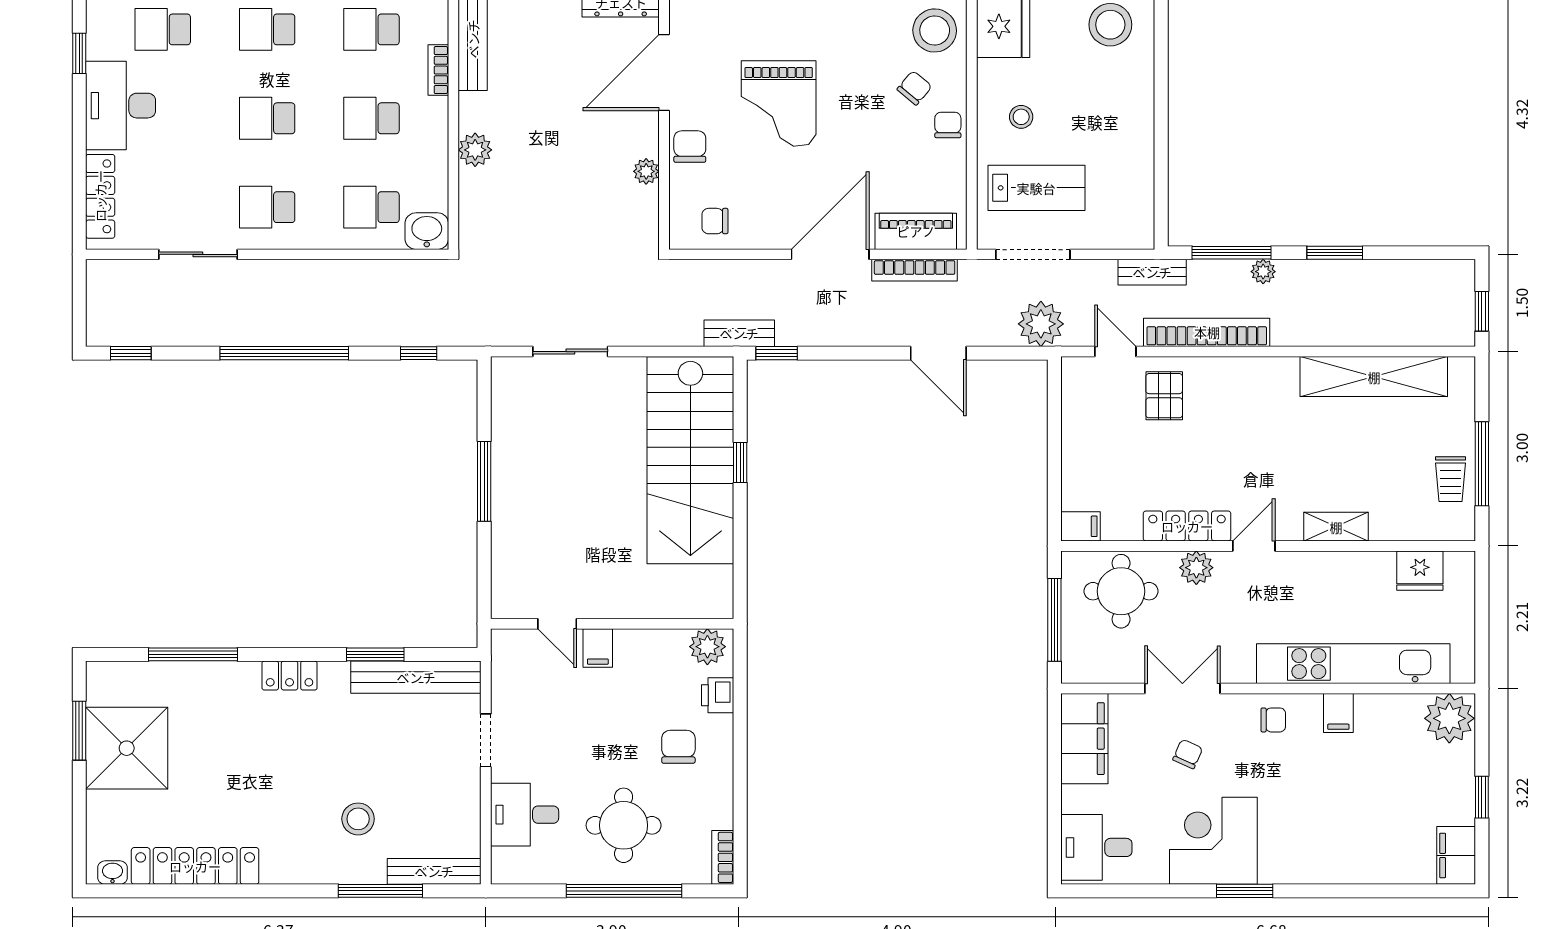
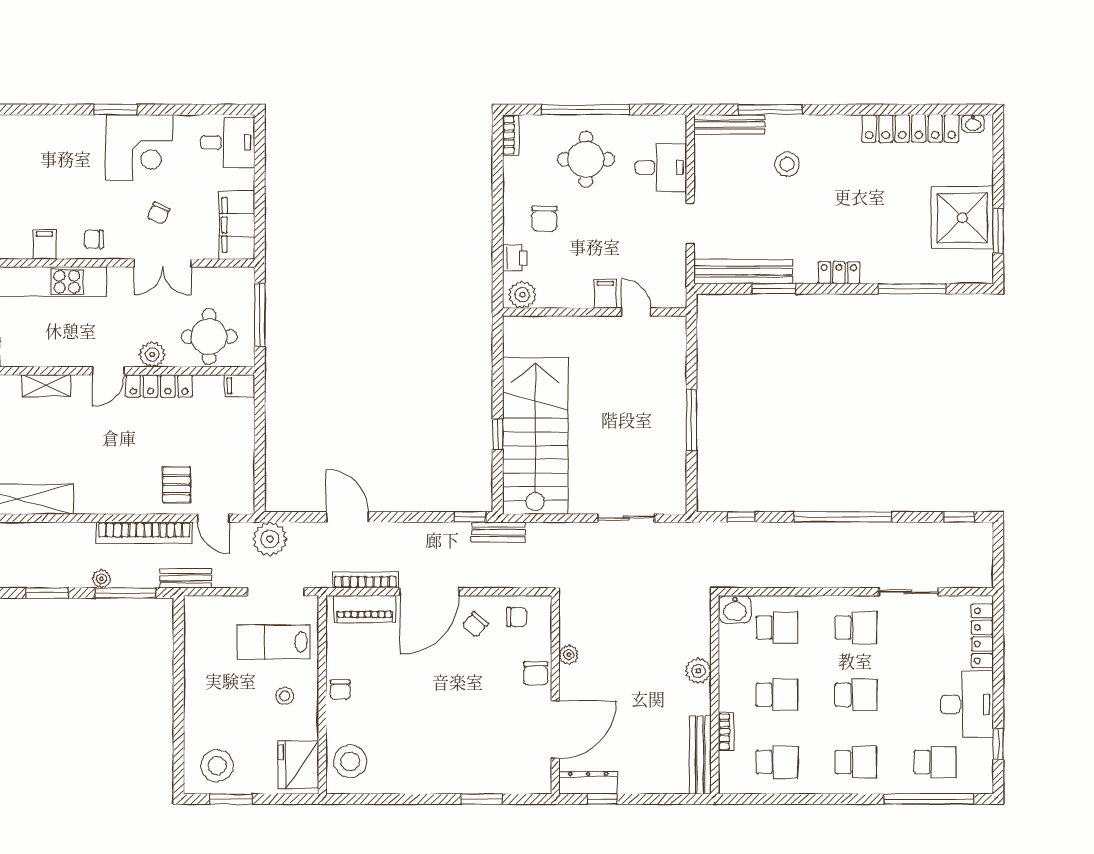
chair: (914, 88) -> (475, 624), moved
grand piano: (779, 103) -> (468, 706), removed

